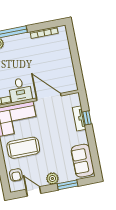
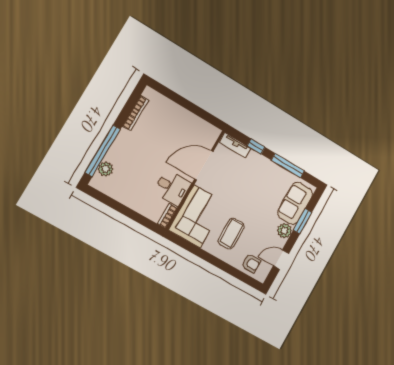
tv unit: (79, 118) -> (235, 145), moved
window: (93, 147) -> (288, 165), added
coffee table: (23, 148) -> (231, 234), width x0.73, depth x0.76
sofa: (83, 161) -> (295, 203), moved, turned 90

